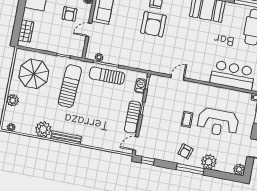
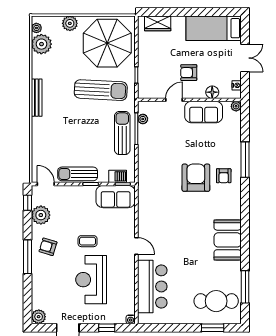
armchair: (153, 24) -> (196, 178), turned 90
door: (89, 30) -> (174, 100), hinge flipped
parasol: (34, 74) -> (107, 43), width x1.36, depth x1.36
door: (177, 78) -> (136, 246), moved
sofa: (156, 91) -> (116, 197), added
plant: (43, 129) -> (41, 44), moved
plant: (209, 162) -> (41, 215), moved

